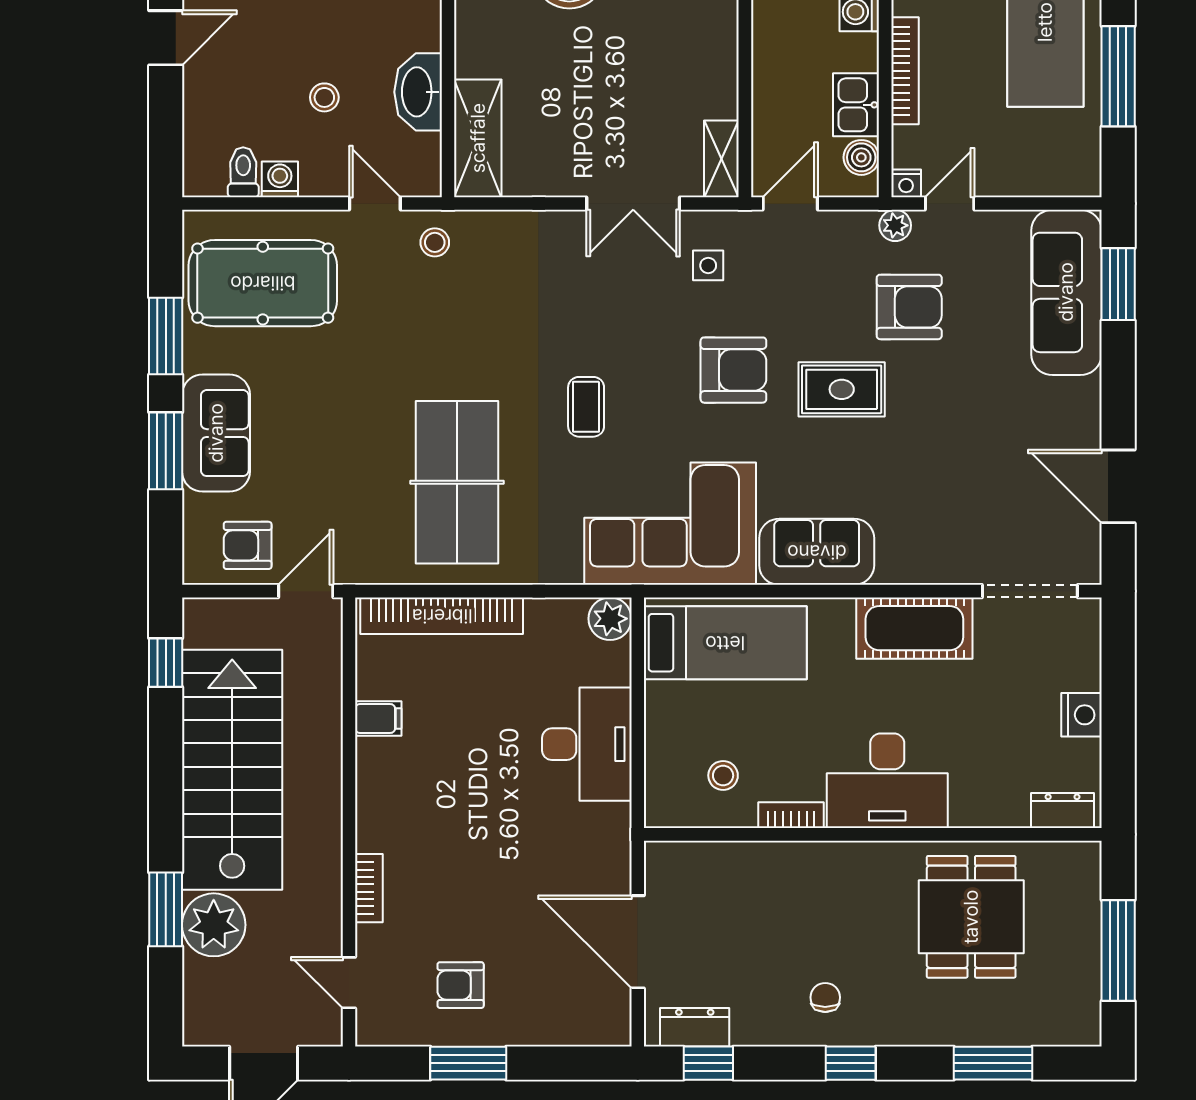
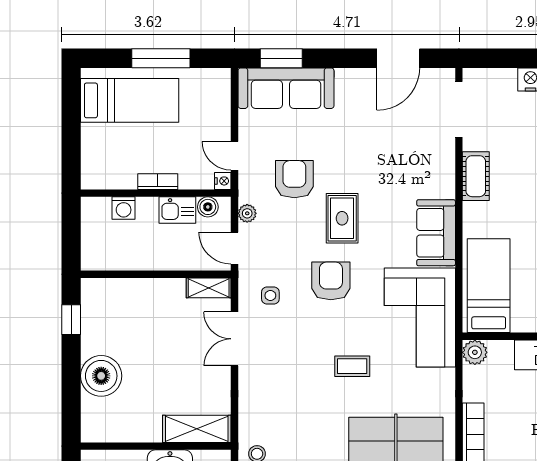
bookcase: (905, 71) -> (158, 182), width x0.64
double door: (633, 204) -> (235, 339), swing flipped
plant: (895, 225) -> (247, 213), moved
cot: (914, 628) -> (476, 176), width x0.73, depth x0.75

